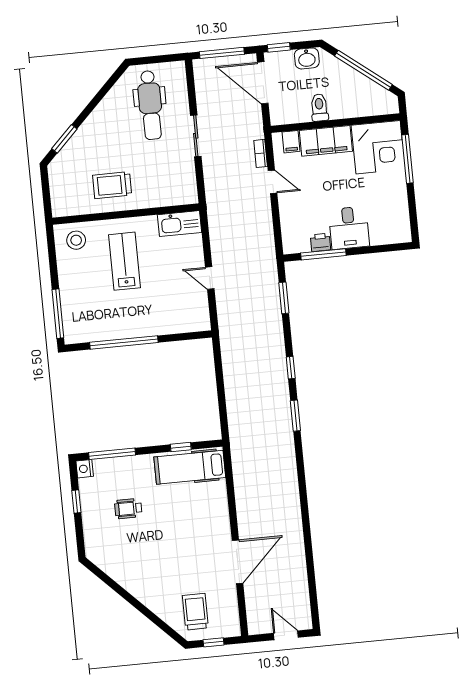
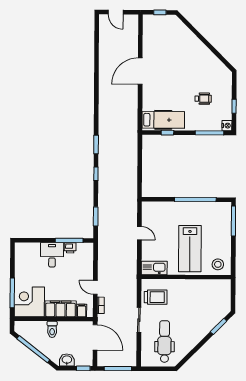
door: (263, 83) -> (95, 337), moved
toilet: (319, 107) -> (52, 329), moved
trolley: (112, 185) -> (156, 297), moved
lab bench: (124, 261) -> (190, 249), width x1.36, depth x1.39
door: (238, 562) -> (140, 71), moved
trolley: (195, 612) -> (169, 32), removed

